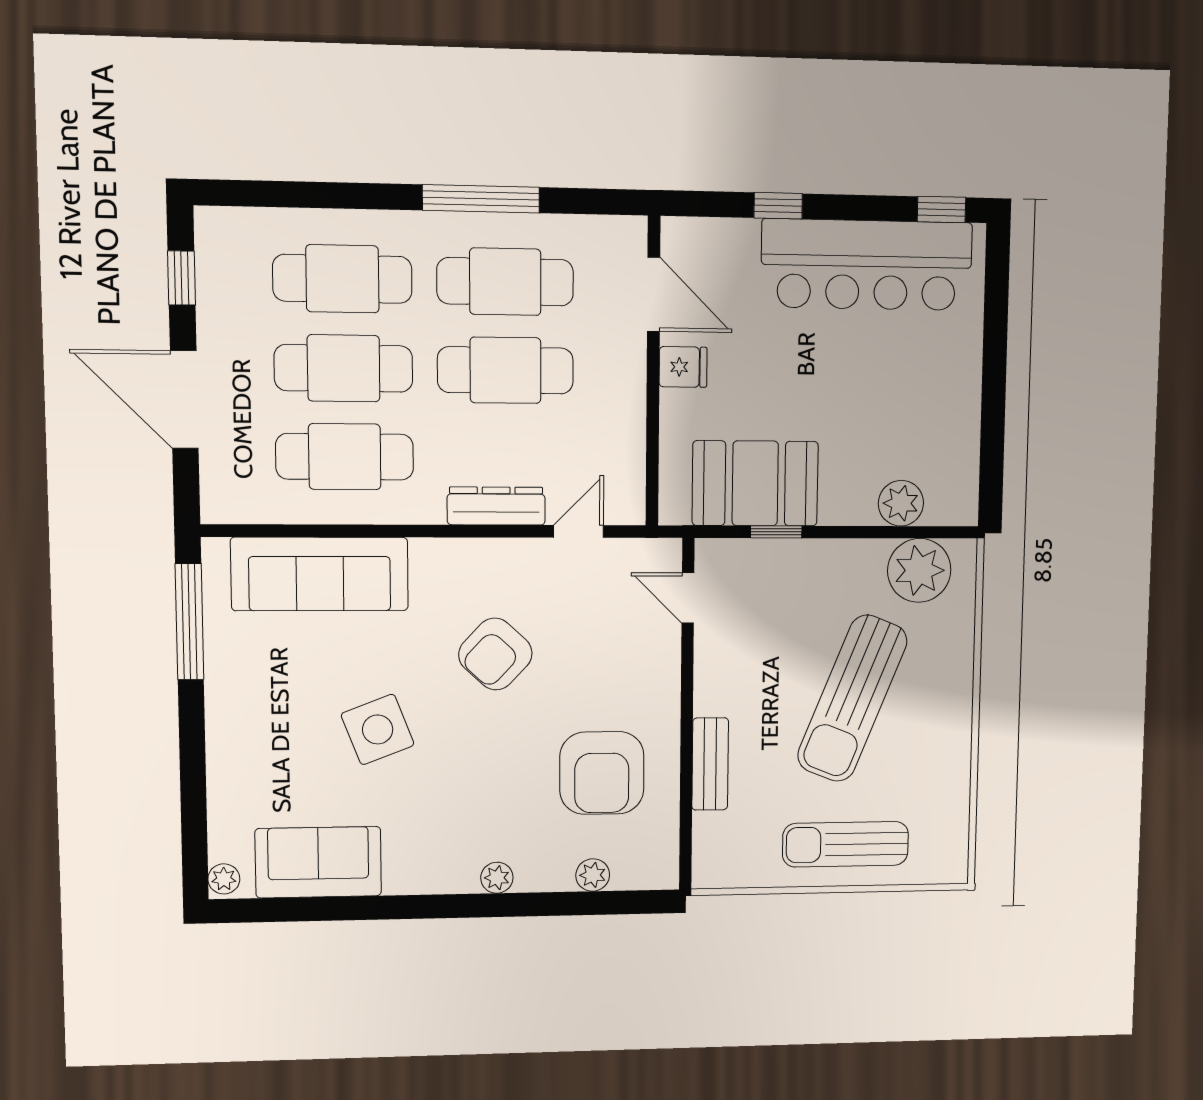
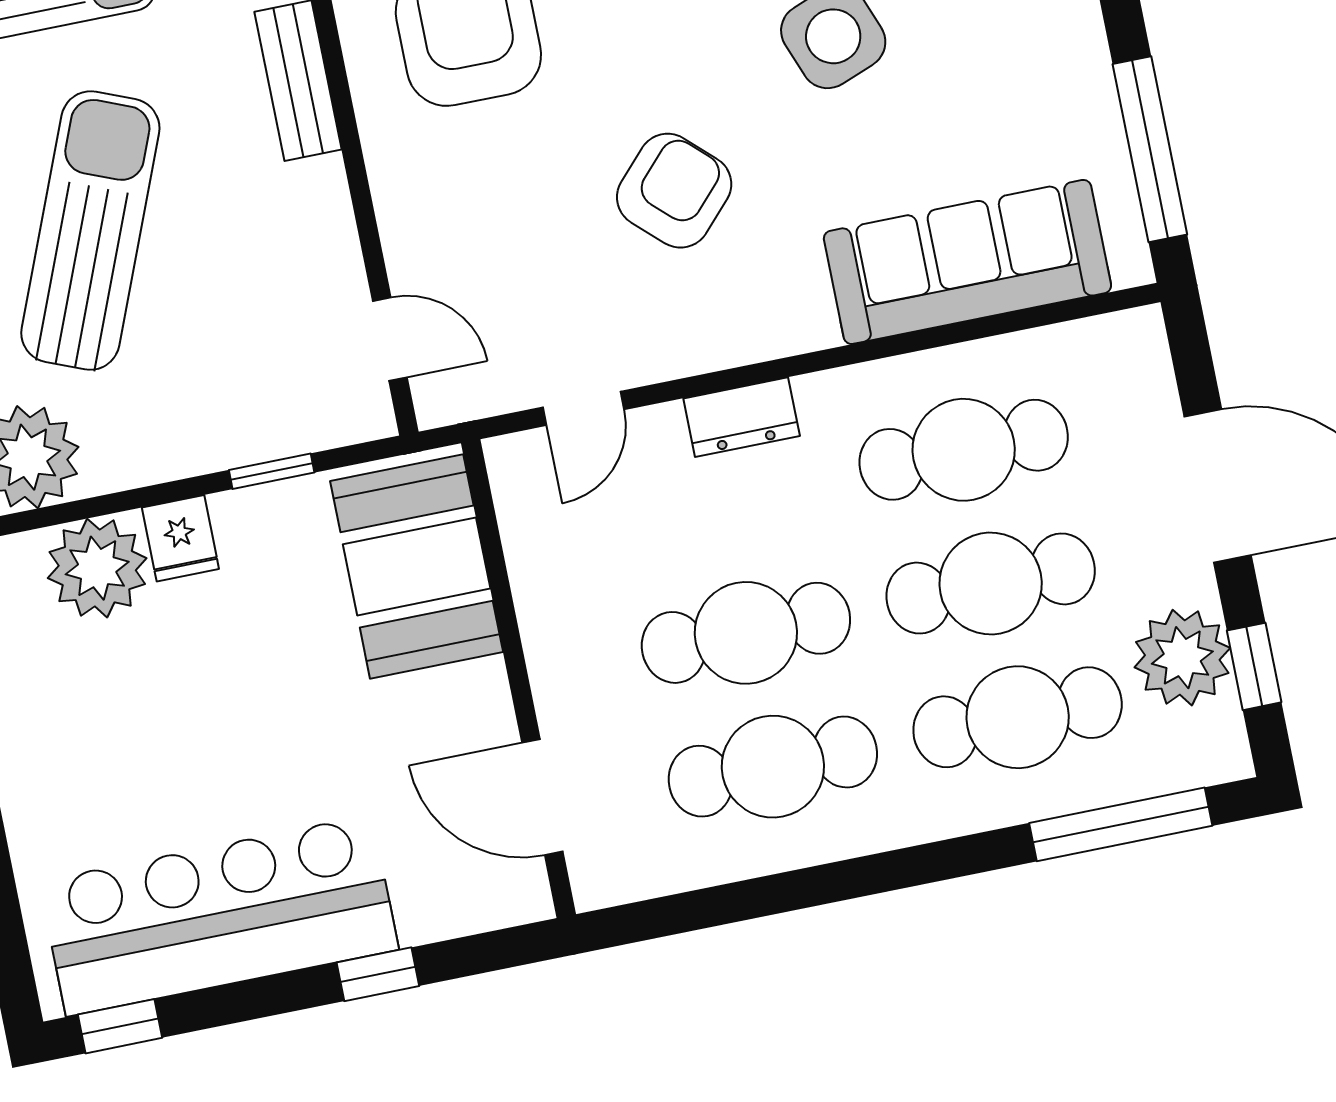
window: (481, 199) -> (1121, 824), moved
plant: (228, 294) -> (1182, 658), added
fridge: (683, 367) -> (180, 538), moved, turned -90
booth: (755, 483) -> (417, 566), moved, turned 90
plant: (901, 503) -> (97, 568), width x1.36, depth x1.36
dresser: (496, 506) -> (742, 417), width x0.70

